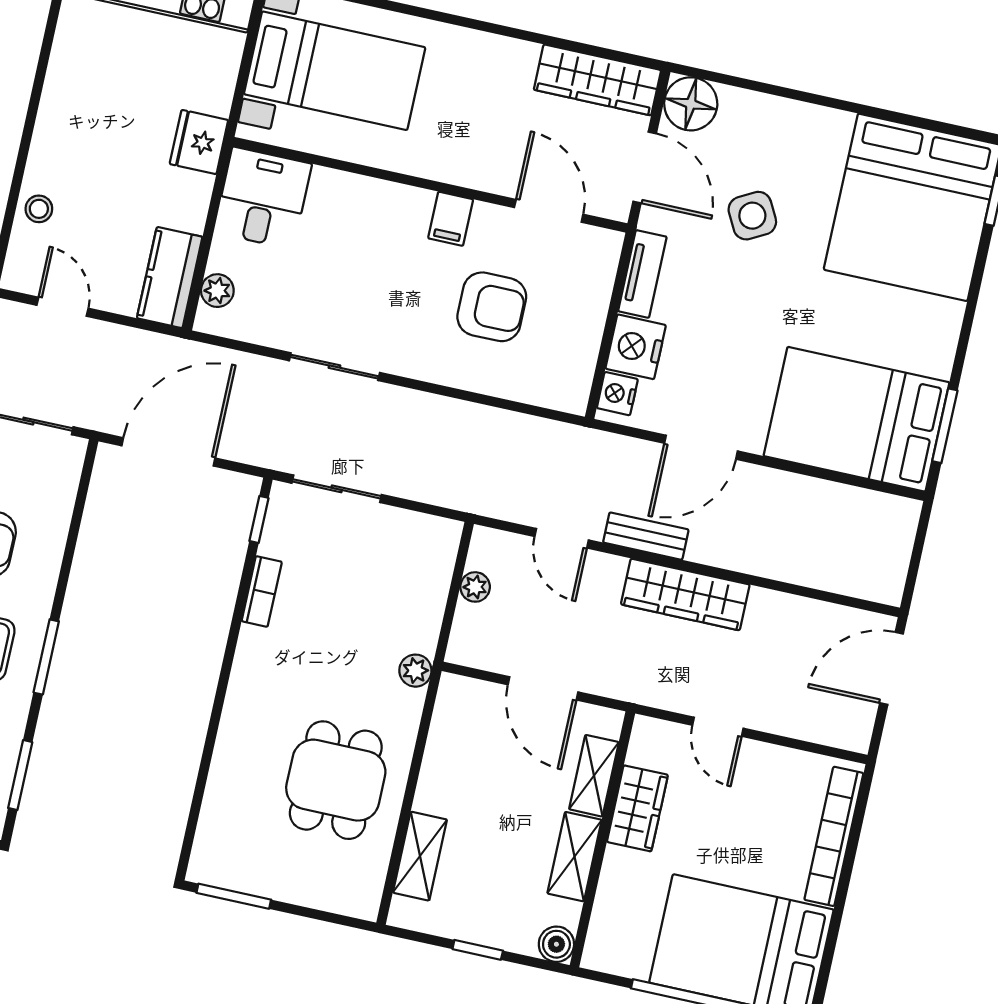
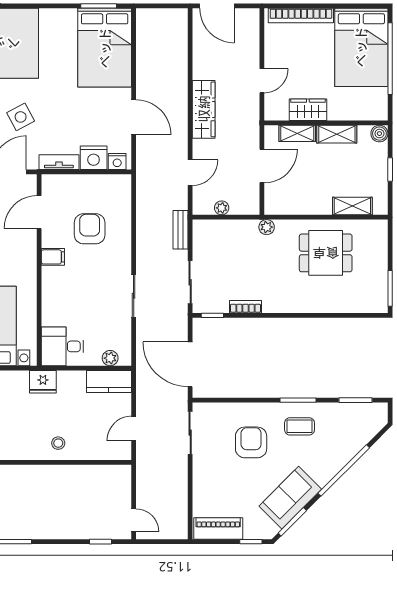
stool: (39, 209) -> (58, 443), moved
bench: (646, 536) -> (180, 230), moved

